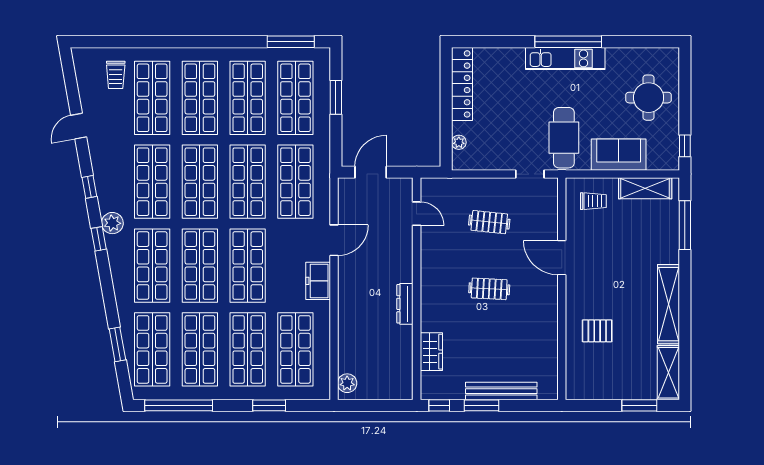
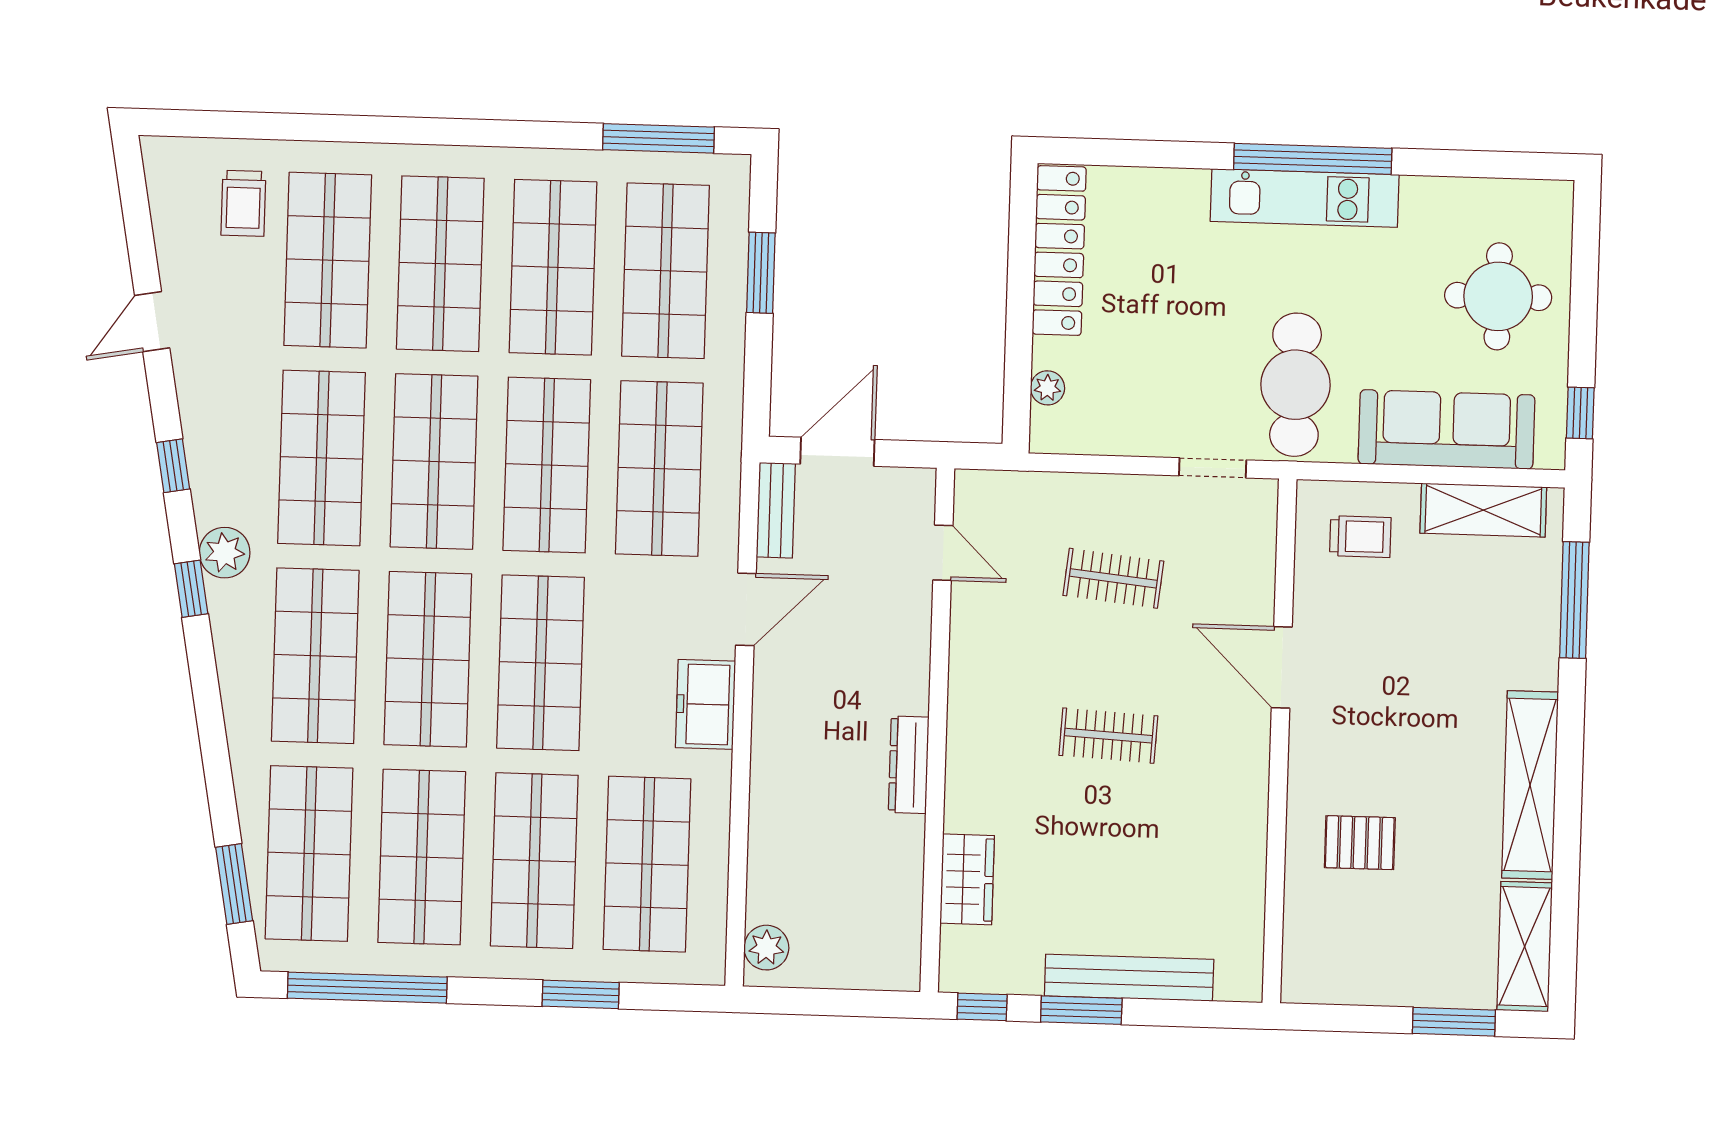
sofa: (619, 155) -> (1446, 429), width x1.36
bench: (345, 198) -> (776, 510), added
window: (117, 344) -> (234, 884), moved

